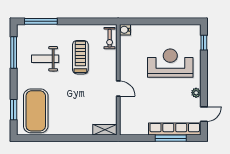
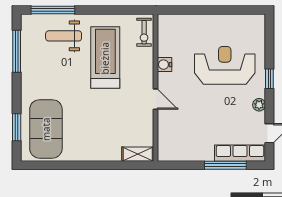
water cooler: (125, 30) -> (165, 65), moved
window: (204, 43) -> (269, 79), moved
treadmill: (80, 57) -> (105, 58), width x1.37, depth x1.38
weight bench: (45, 59) -> (64, 36), moved
row of seats: (175, 129) -> (240, 153), width x0.73

